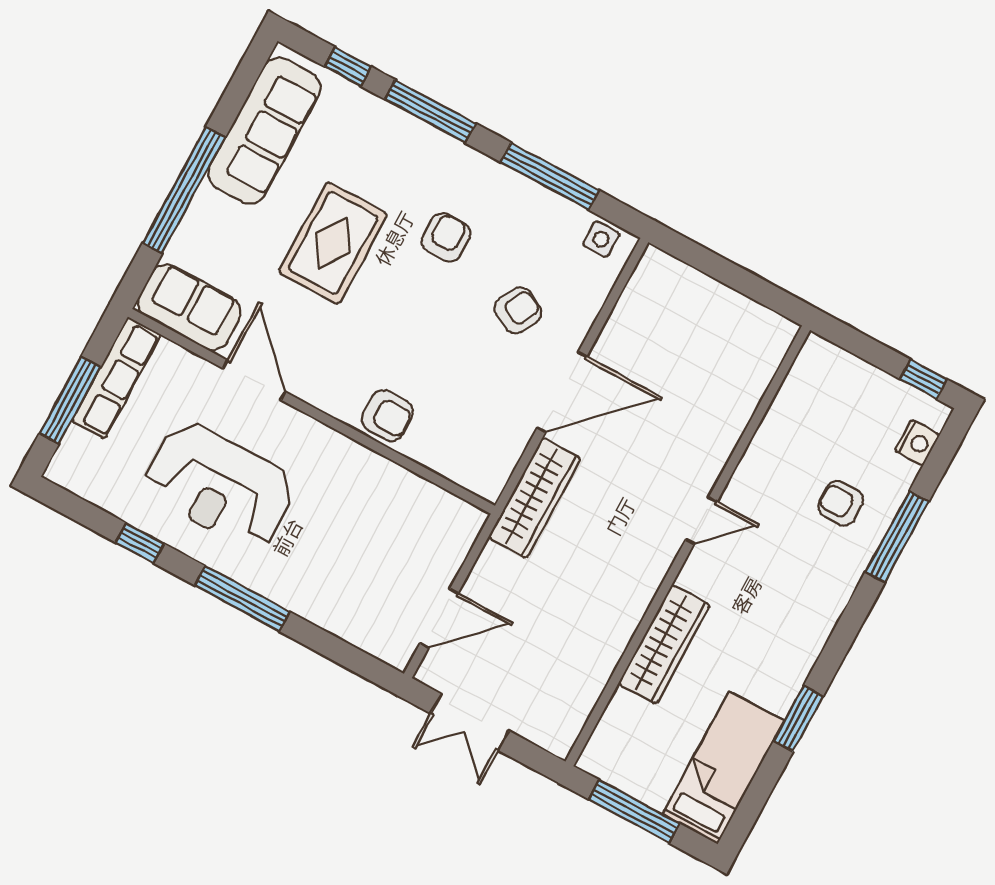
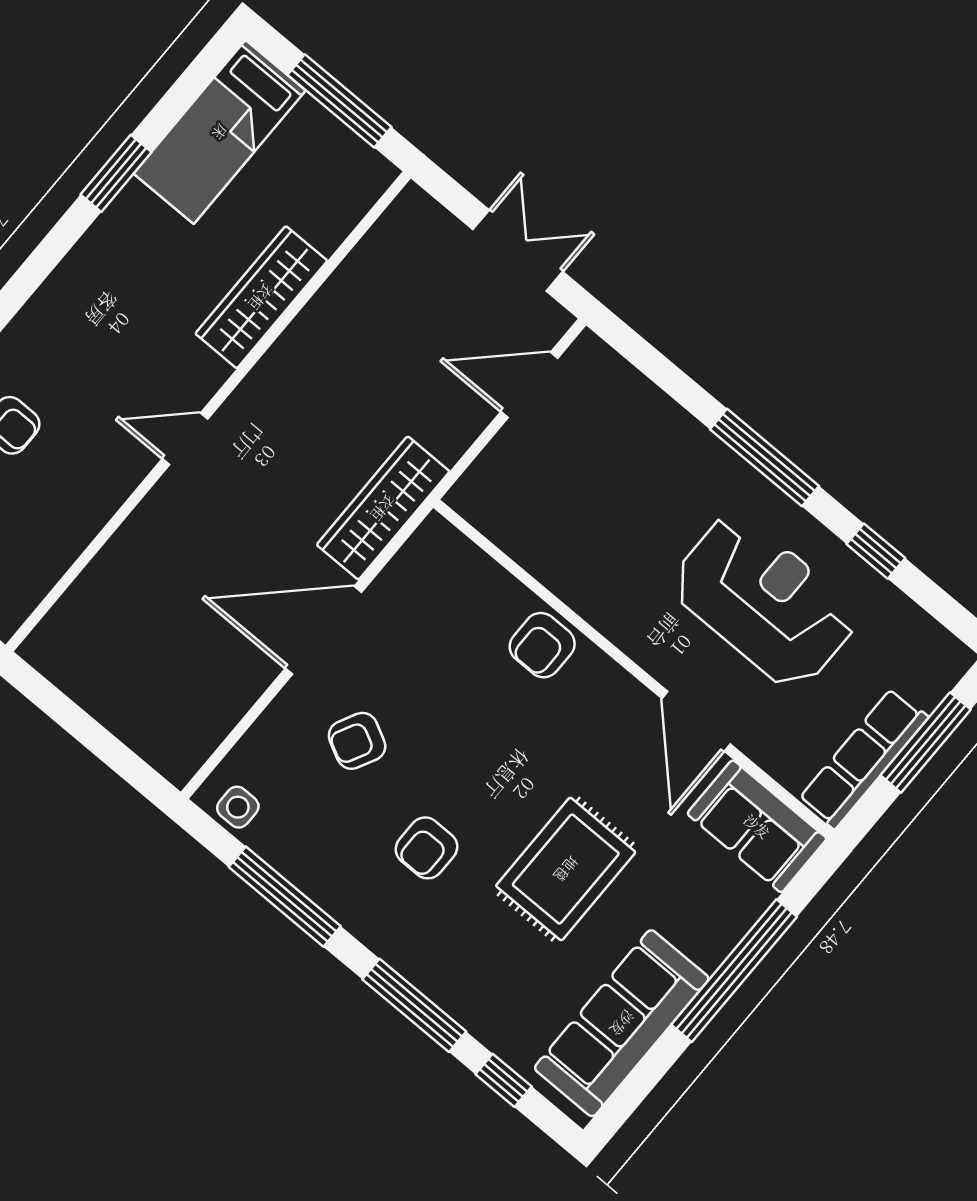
armchair: (387, 415) -> (542, 645), turned -90

